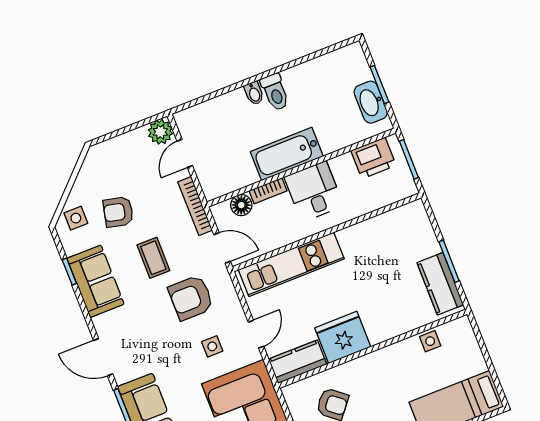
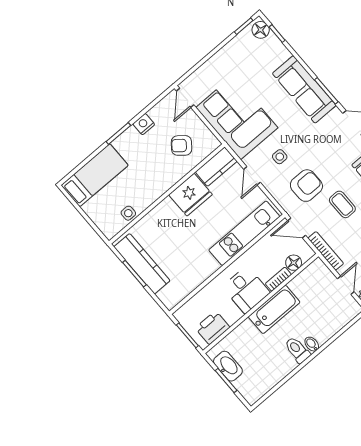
kitchen counter: (440, 284) -> (142, 264), width x1.50

